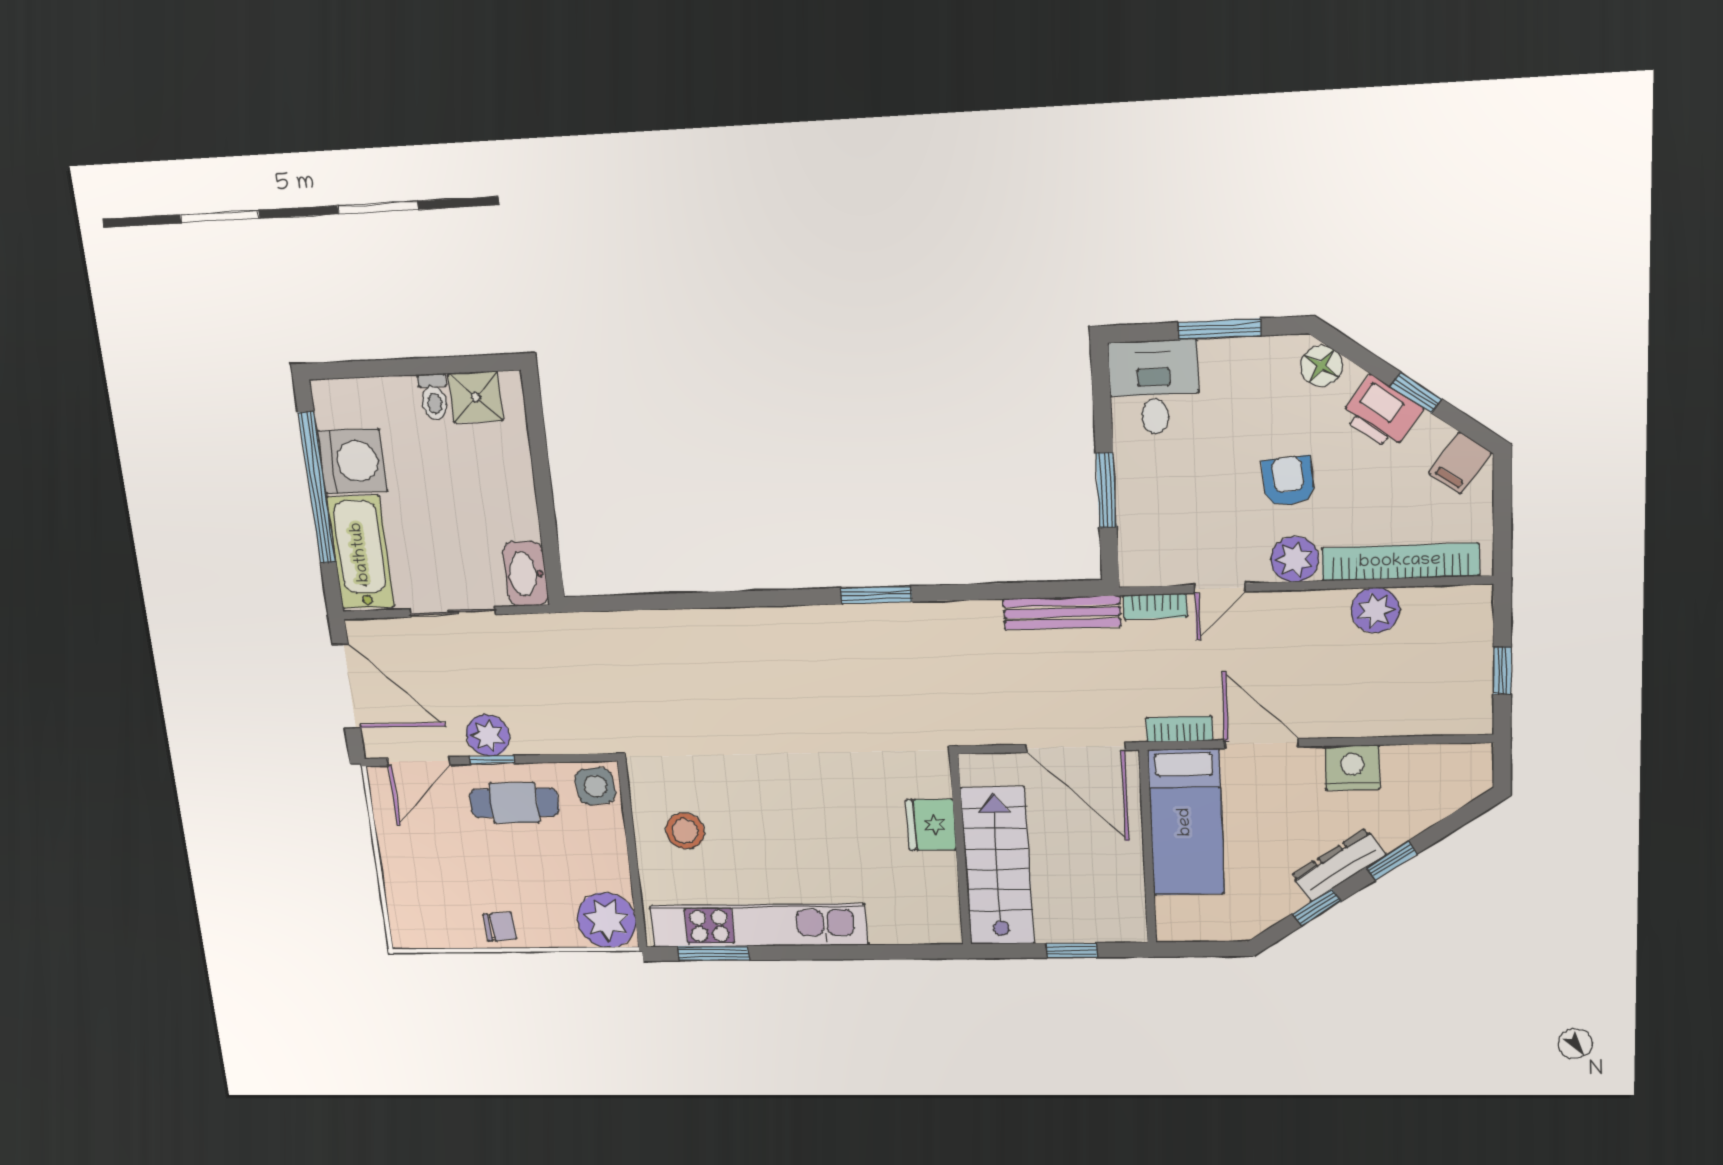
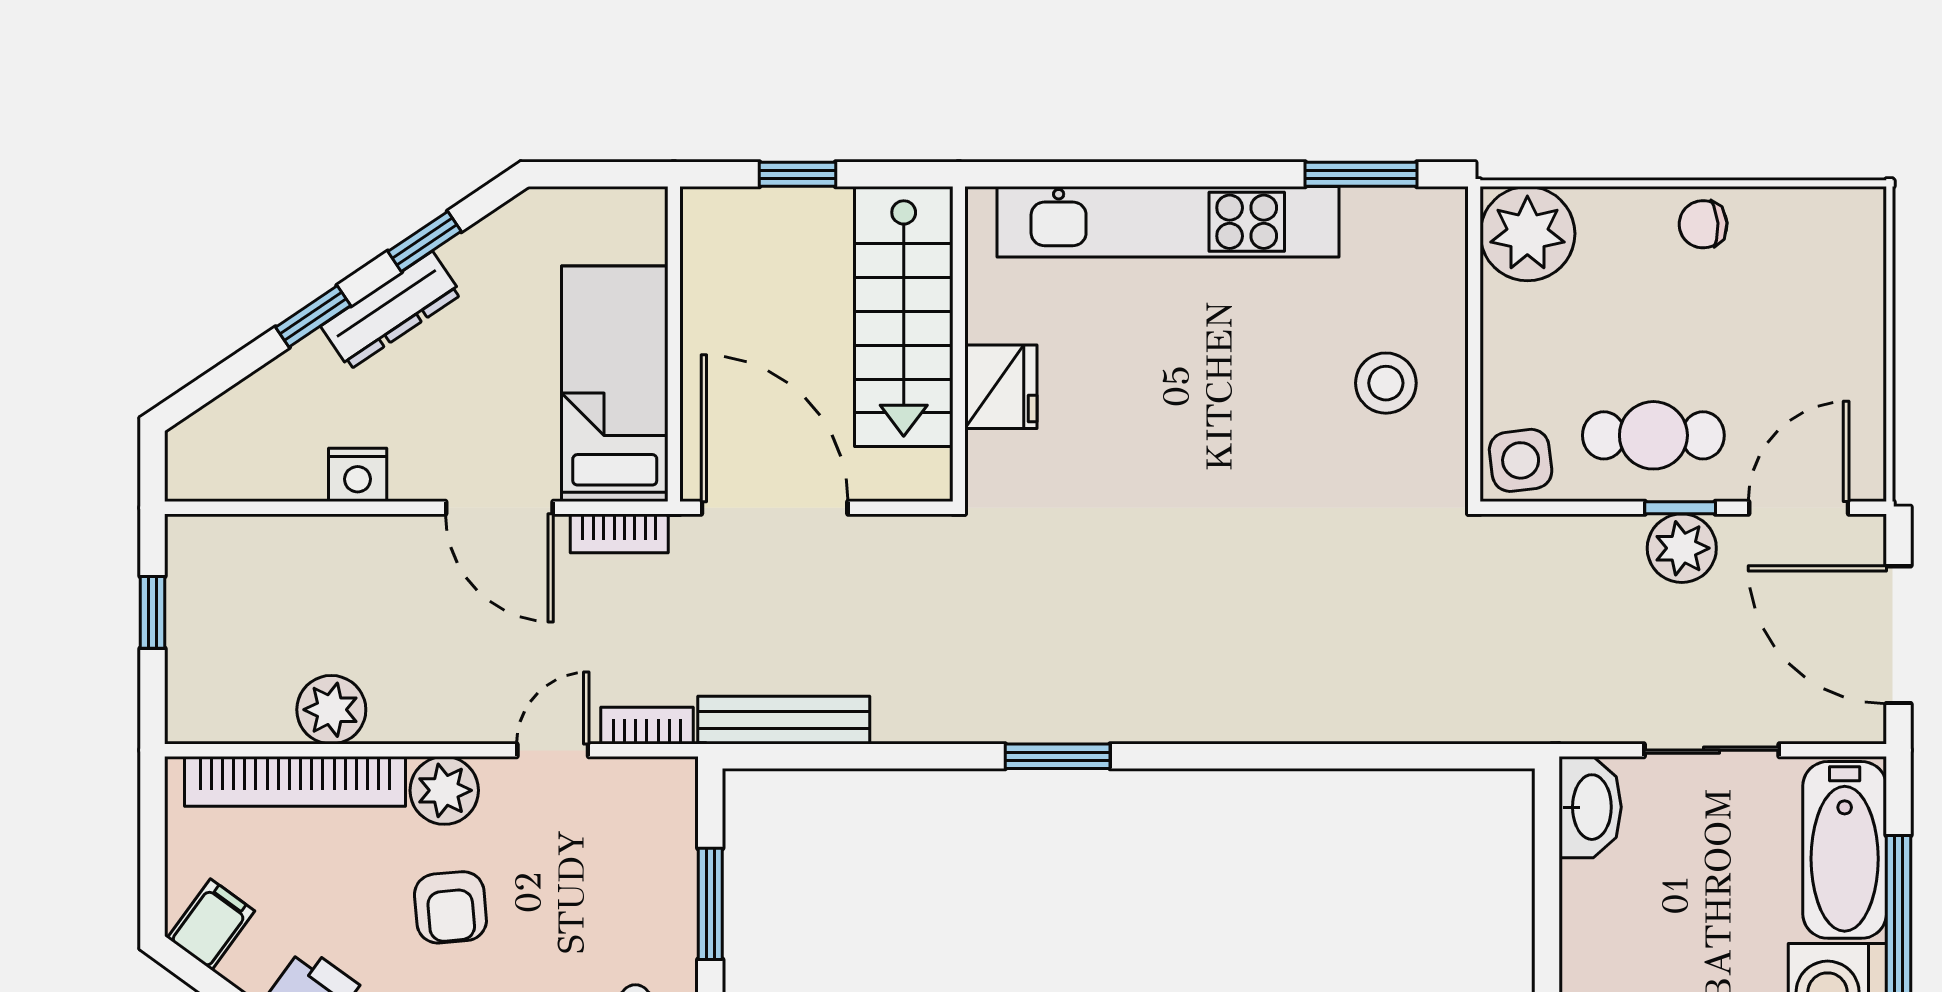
nightstand: (1352, 768) -> (358, 475), width x0.74, depth x0.75
kitchen unit: (759, 925) -> (1168, 222), moved

